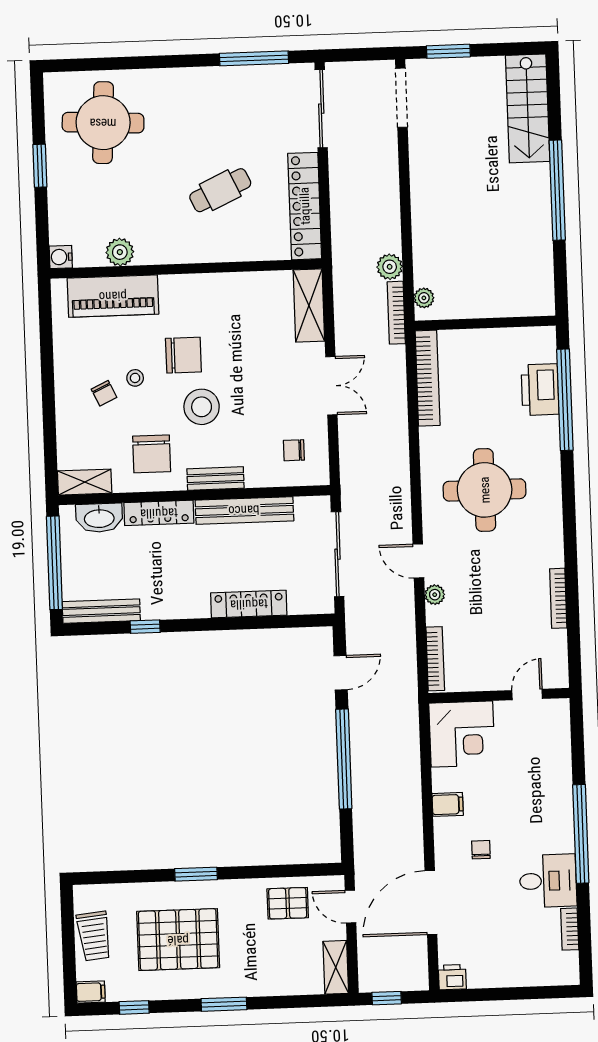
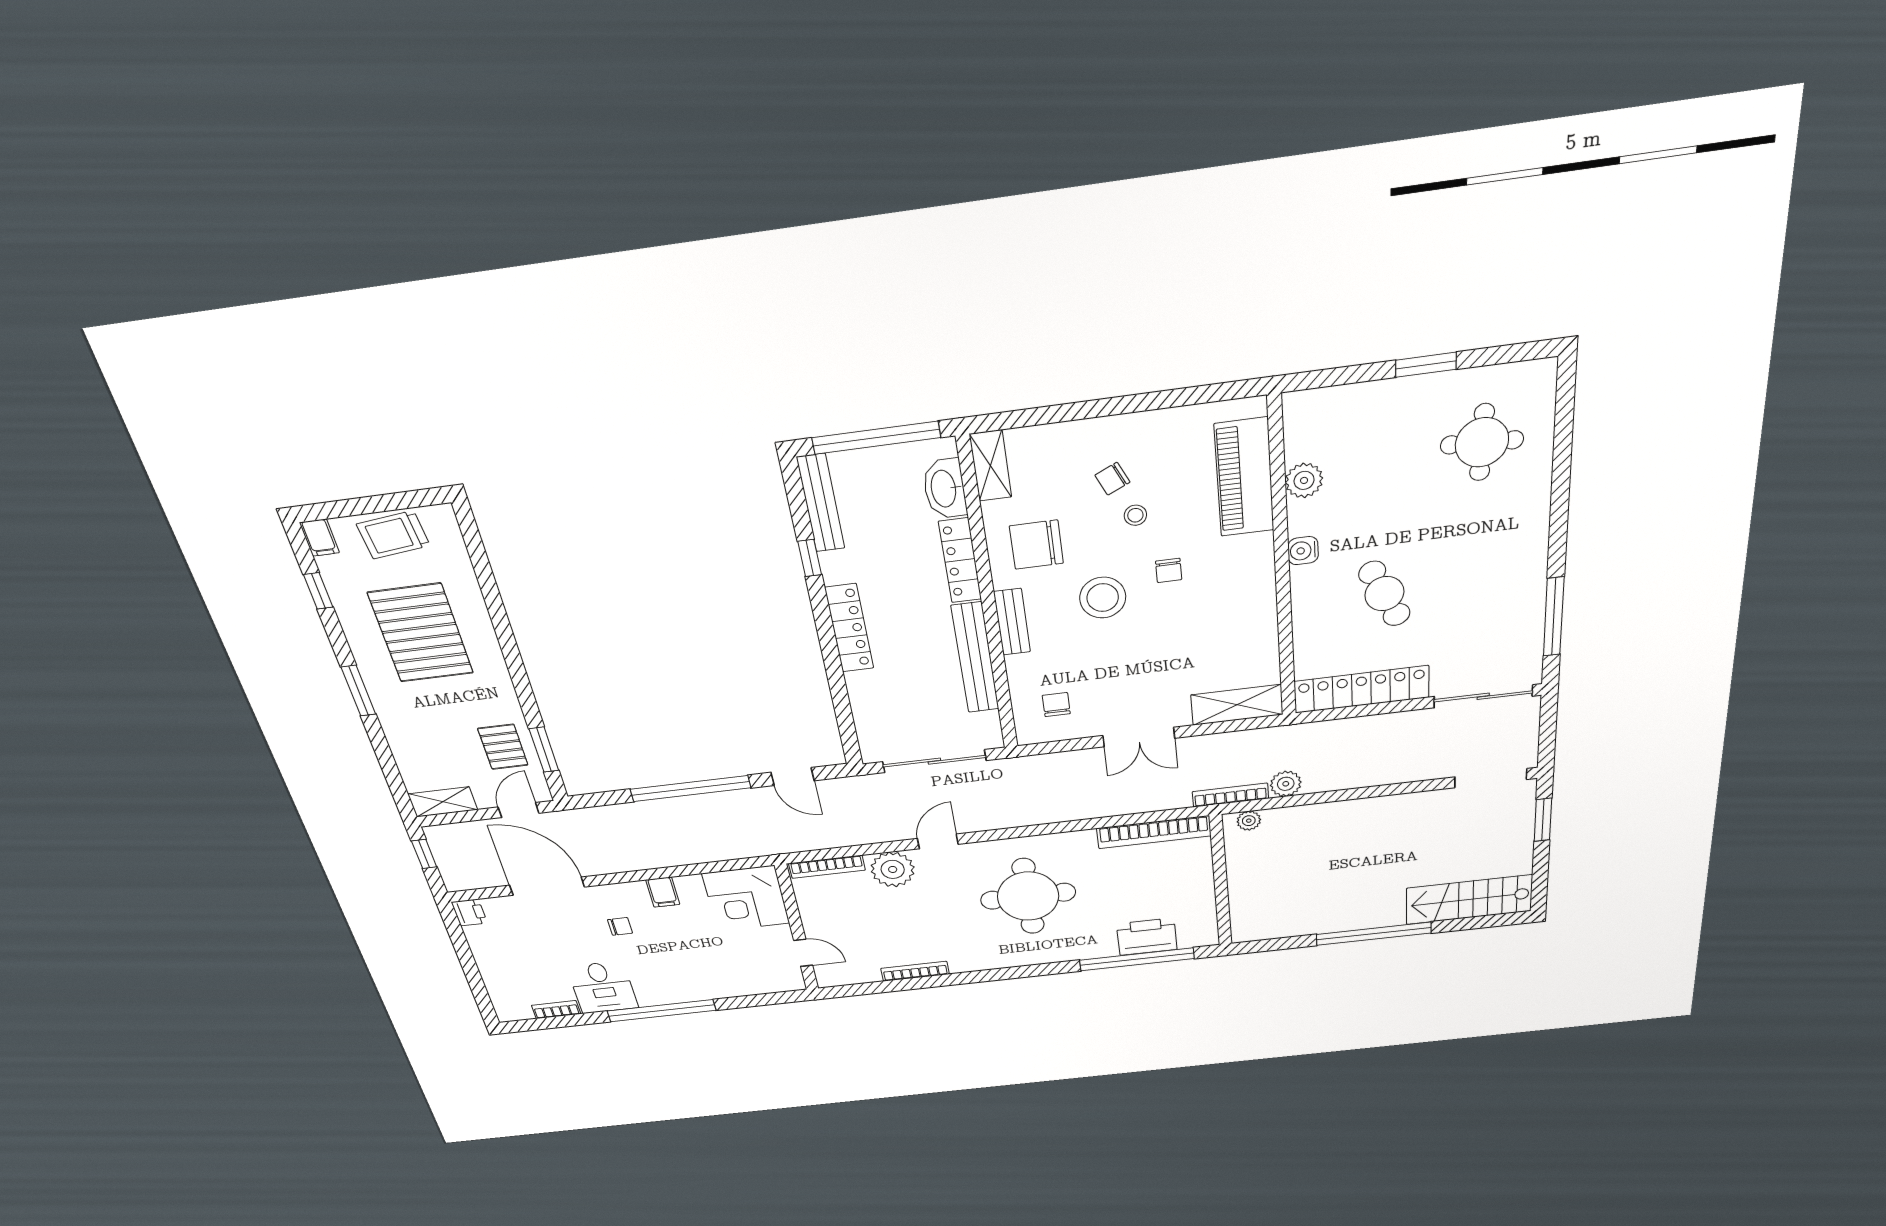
round table: (103, 123) -> (1482, 442), width x0.73, depth x0.73
water cooler: (61, 257) -> (1303, 551), moved, turned -90
chair: (183, 355) -> (1169, 570), width x0.54, depth x0.54
plant: (435, 595) -> (893, 869), width x1.88, depth x1.88
locker: (249, 604) -> (849, 628), moved
window: (196, 874) -> (544, 750), moved

